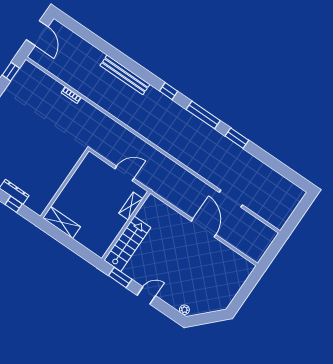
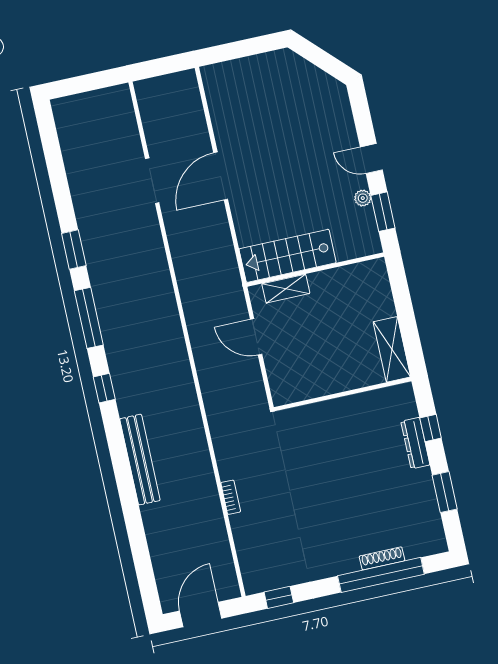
stairs: (127, 244) -> (288, 256), moved
plant: (184, 310) -> (363, 198), moved

